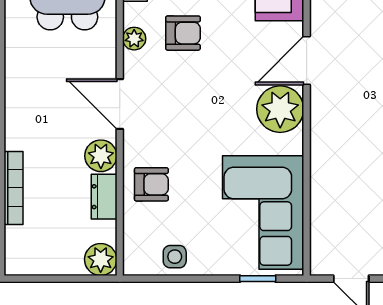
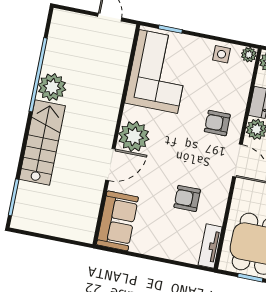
plant: (134, 39) -> (249, 55), moved
armchair: (151, 184) -> (217, 123), moved

